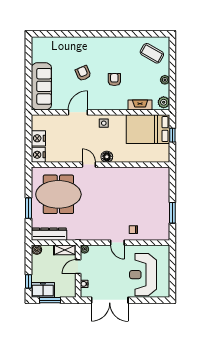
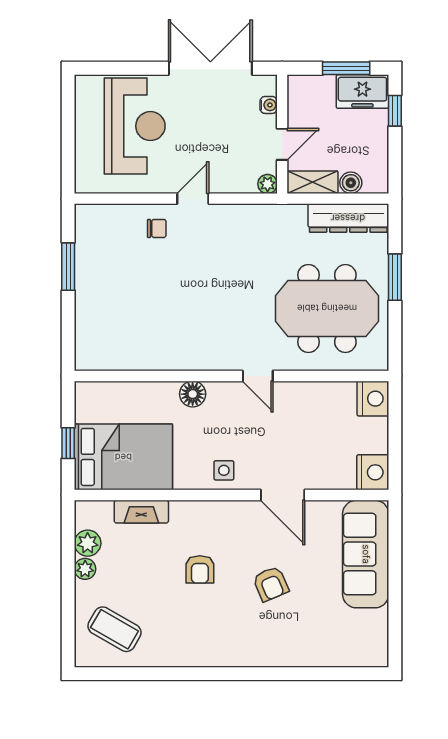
plant: (164, 102) -> (88, 543), moved
door: (78, 112) -> (283, 495), hinge flipped
nightstand: (38, 138) -> (373, 472), moved
floor lamp: (107, 157) -> (193, 394), moved
door: (117, 243) -> (193, 199), hinge flipped
boiler: (37, 250) -> (351, 183), moved

